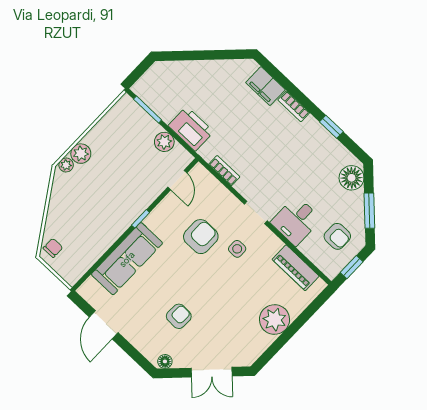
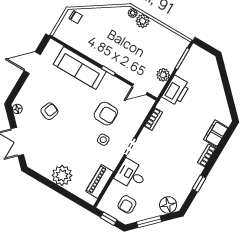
armchair: (179, 316) -> (49, 111), turned -72

